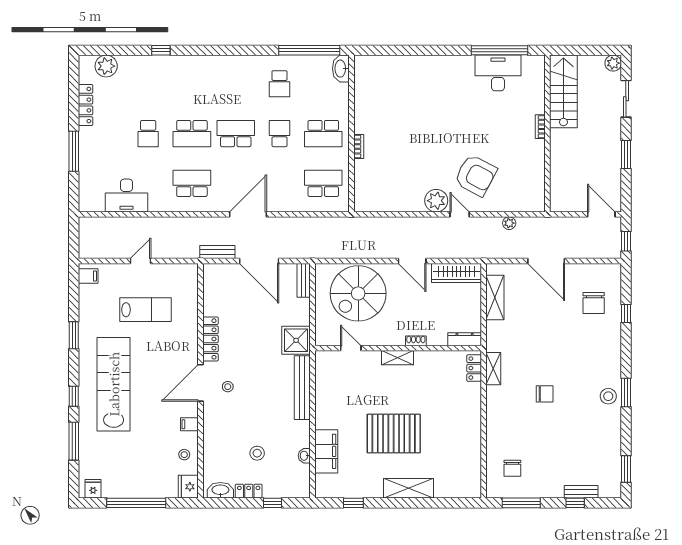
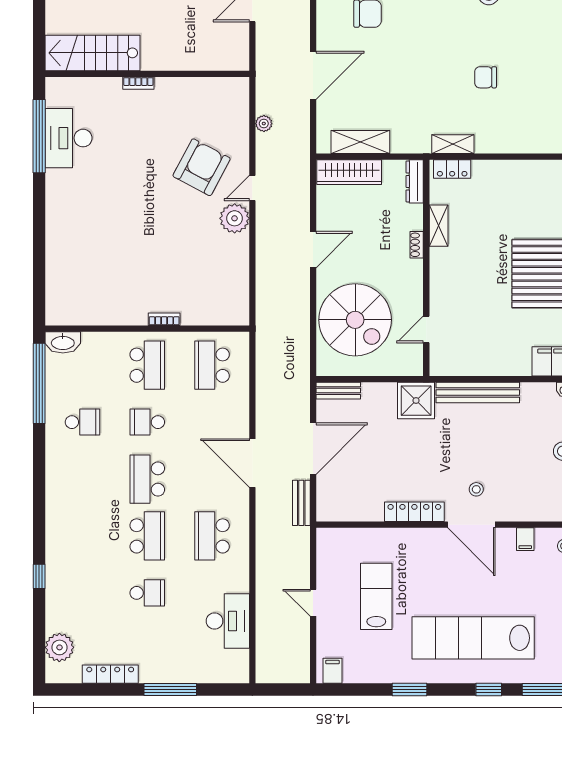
wardrobe: (456, 273) -> (349, 172), moved, turned 90
shelving: (397, 358) -> (439, 226), moved
chair: (545, 394) -> (486, 77), turned -90

